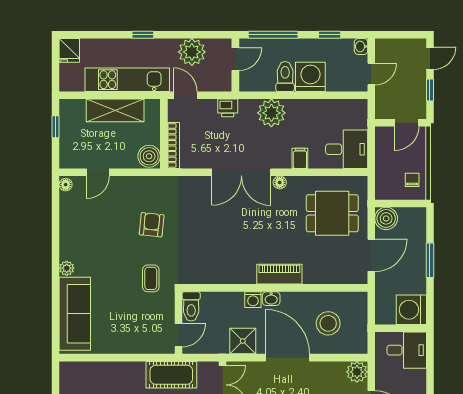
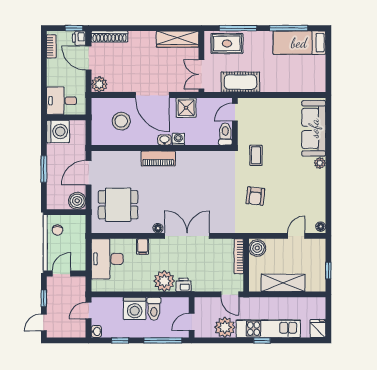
kitchen unit: (127, 80) -> (268, 329), moved, turned 180
printer: (228, 108) -> (183, 285), moved
desk: (347, 149) -> (107, 259), width x1.37

